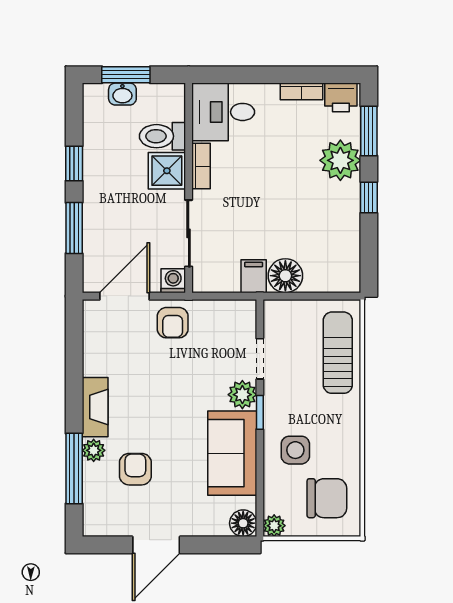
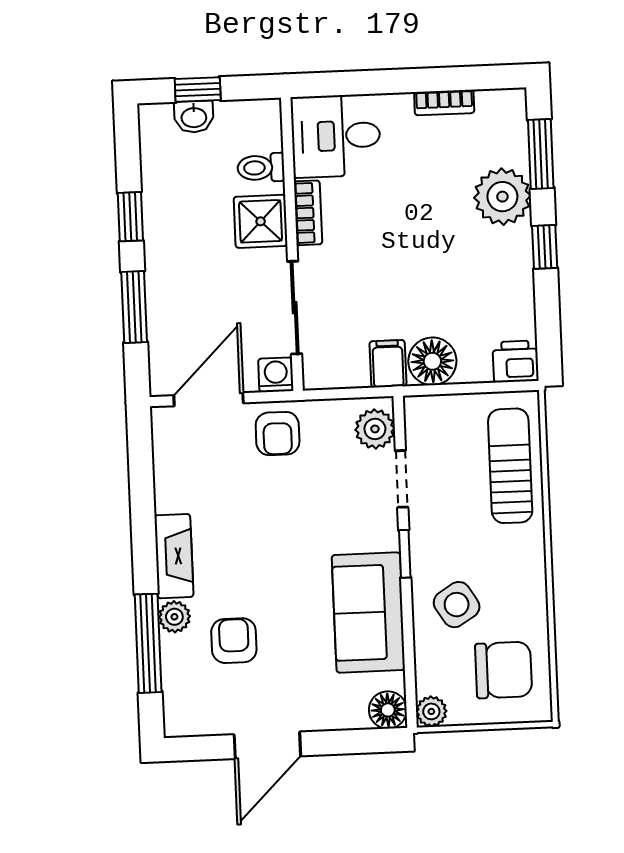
window: (126, 75) -> (198, 89), width x0.67
printer: (341, 97) -> (516, 361), moved, turned 180
toilet: (162, 136) -> (261, 168), width x0.73, depth x0.72
plant: (242, 395) -> (375, 429), moved
side table: (295, 450) -> (457, 605), turned -32

